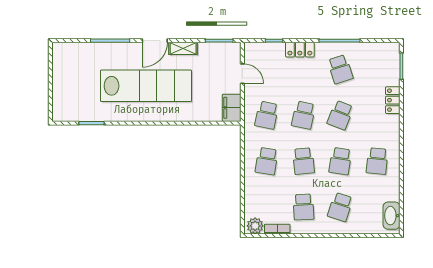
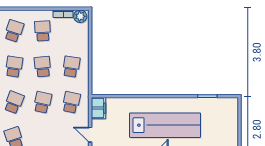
lab bench: (146, 86) -> (165, 125), turned 180

